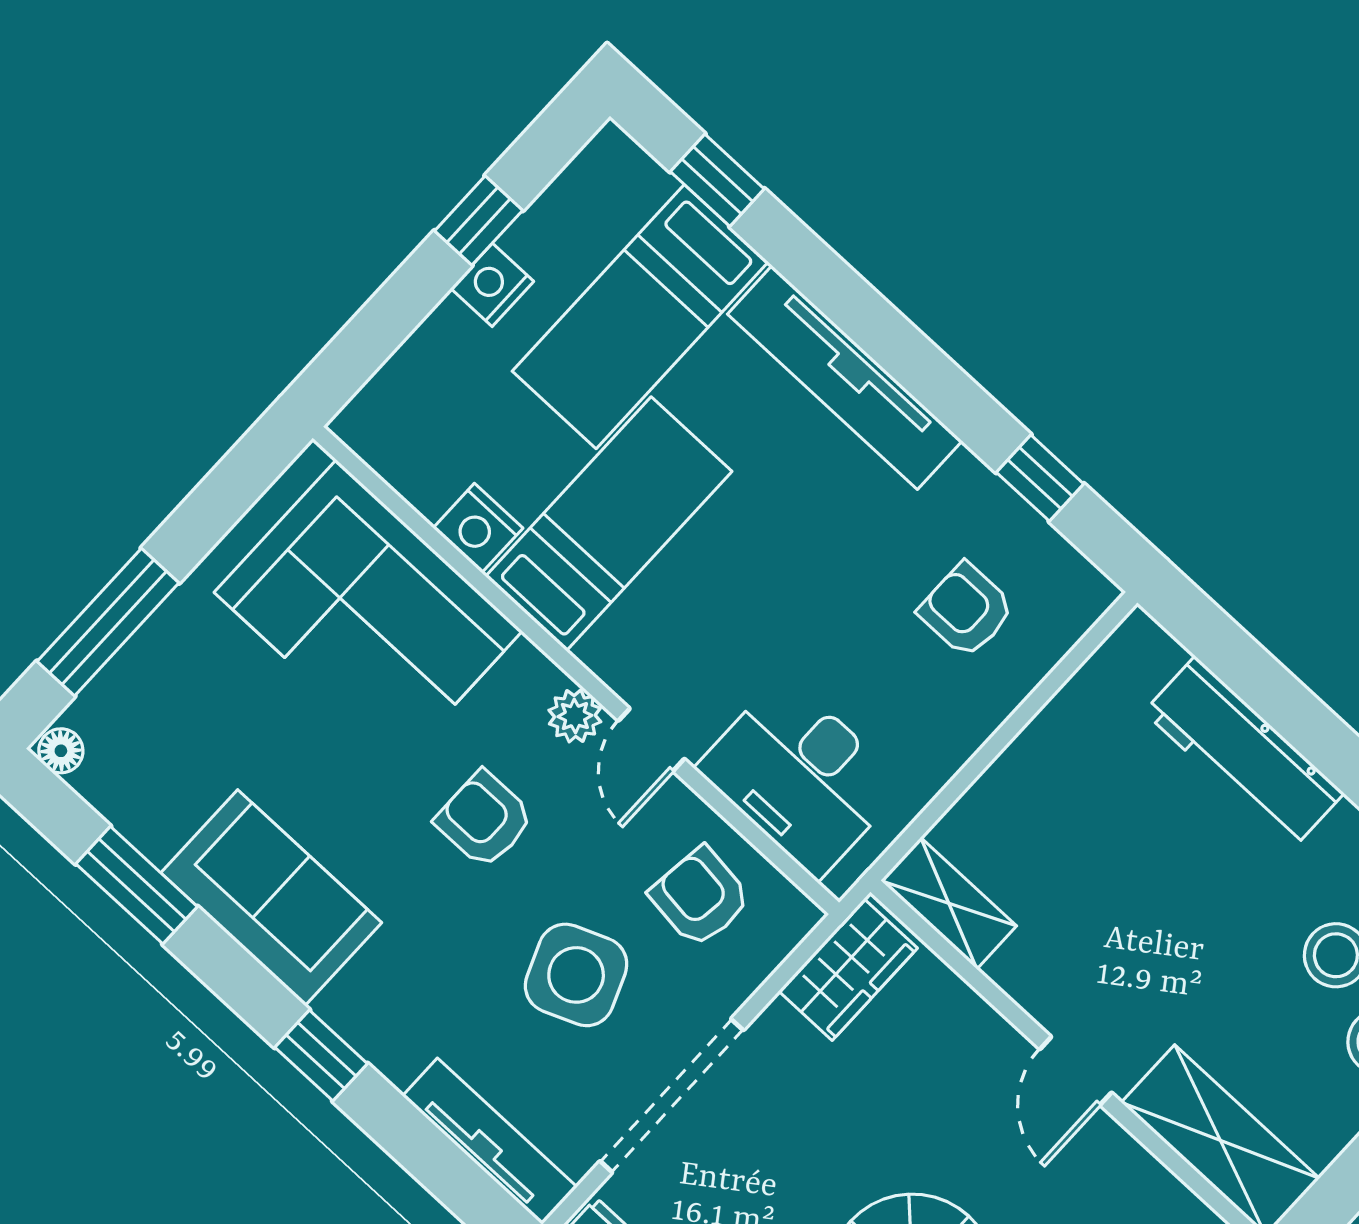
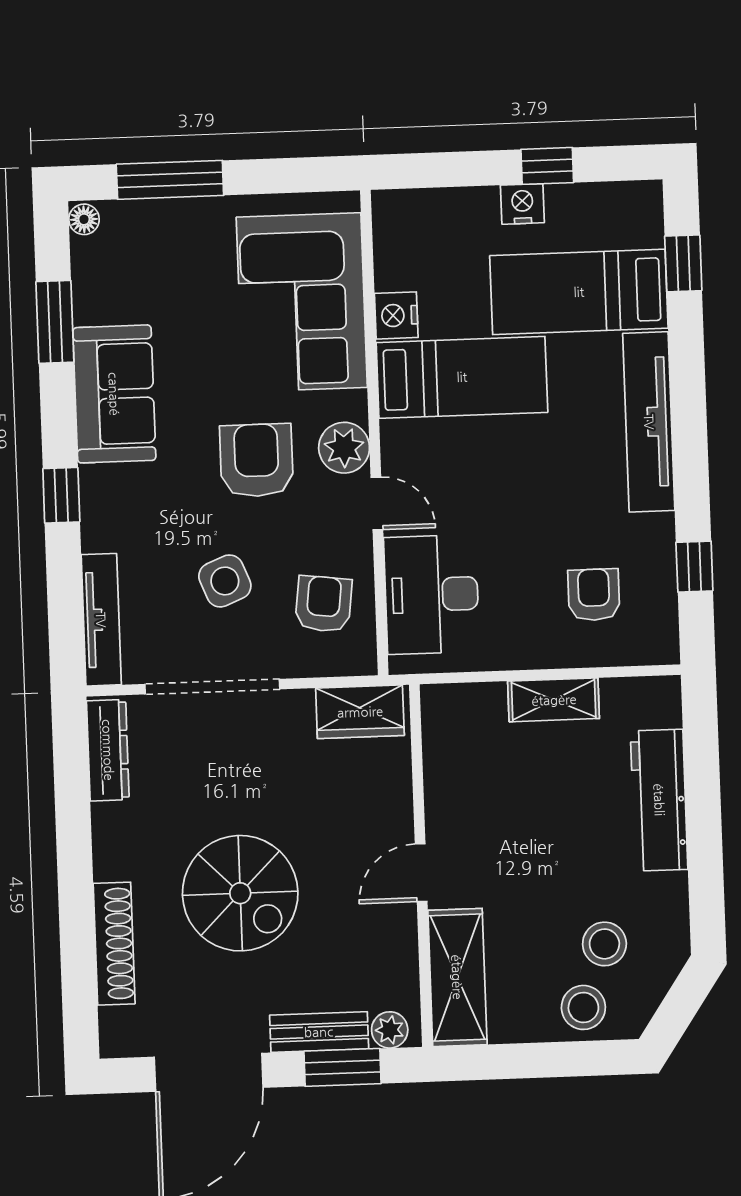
plant: (575, 716) -> (344, 448), width x1.38, depth x1.38
door: (651, 740) -> (377, 504), swing flipped
armchair: (484, 819) -> (257, 460), width x1.38, depth x1.38
shelving: (949, 903) -> (554, 700), moved, turned 90
side table: (576, 975) -> (225, 581), width x0.73, depth x0.73

